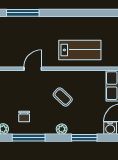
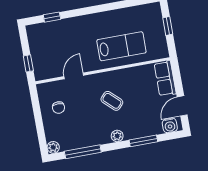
window: (23, 13) -> (52, 17), width x0.46
chair: (24, 117) -> (59, 108), moved

